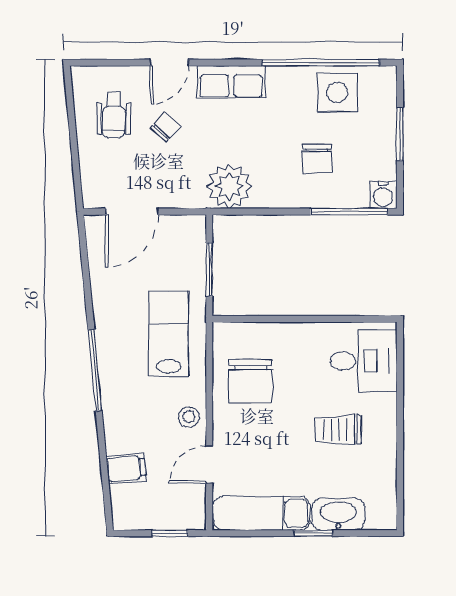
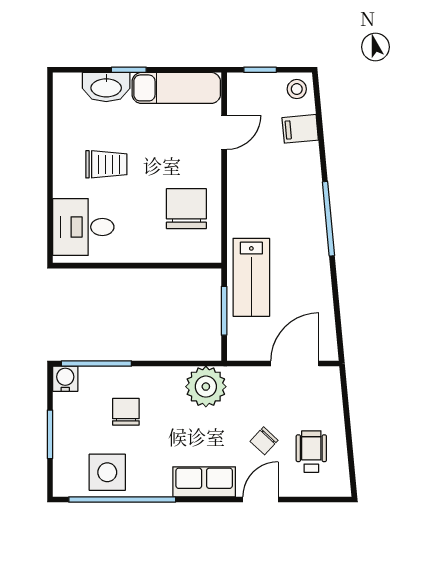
lab bench: (169, 334) -> (251, 277), moved
stool: (189, 417) -> (297, 89), moved

